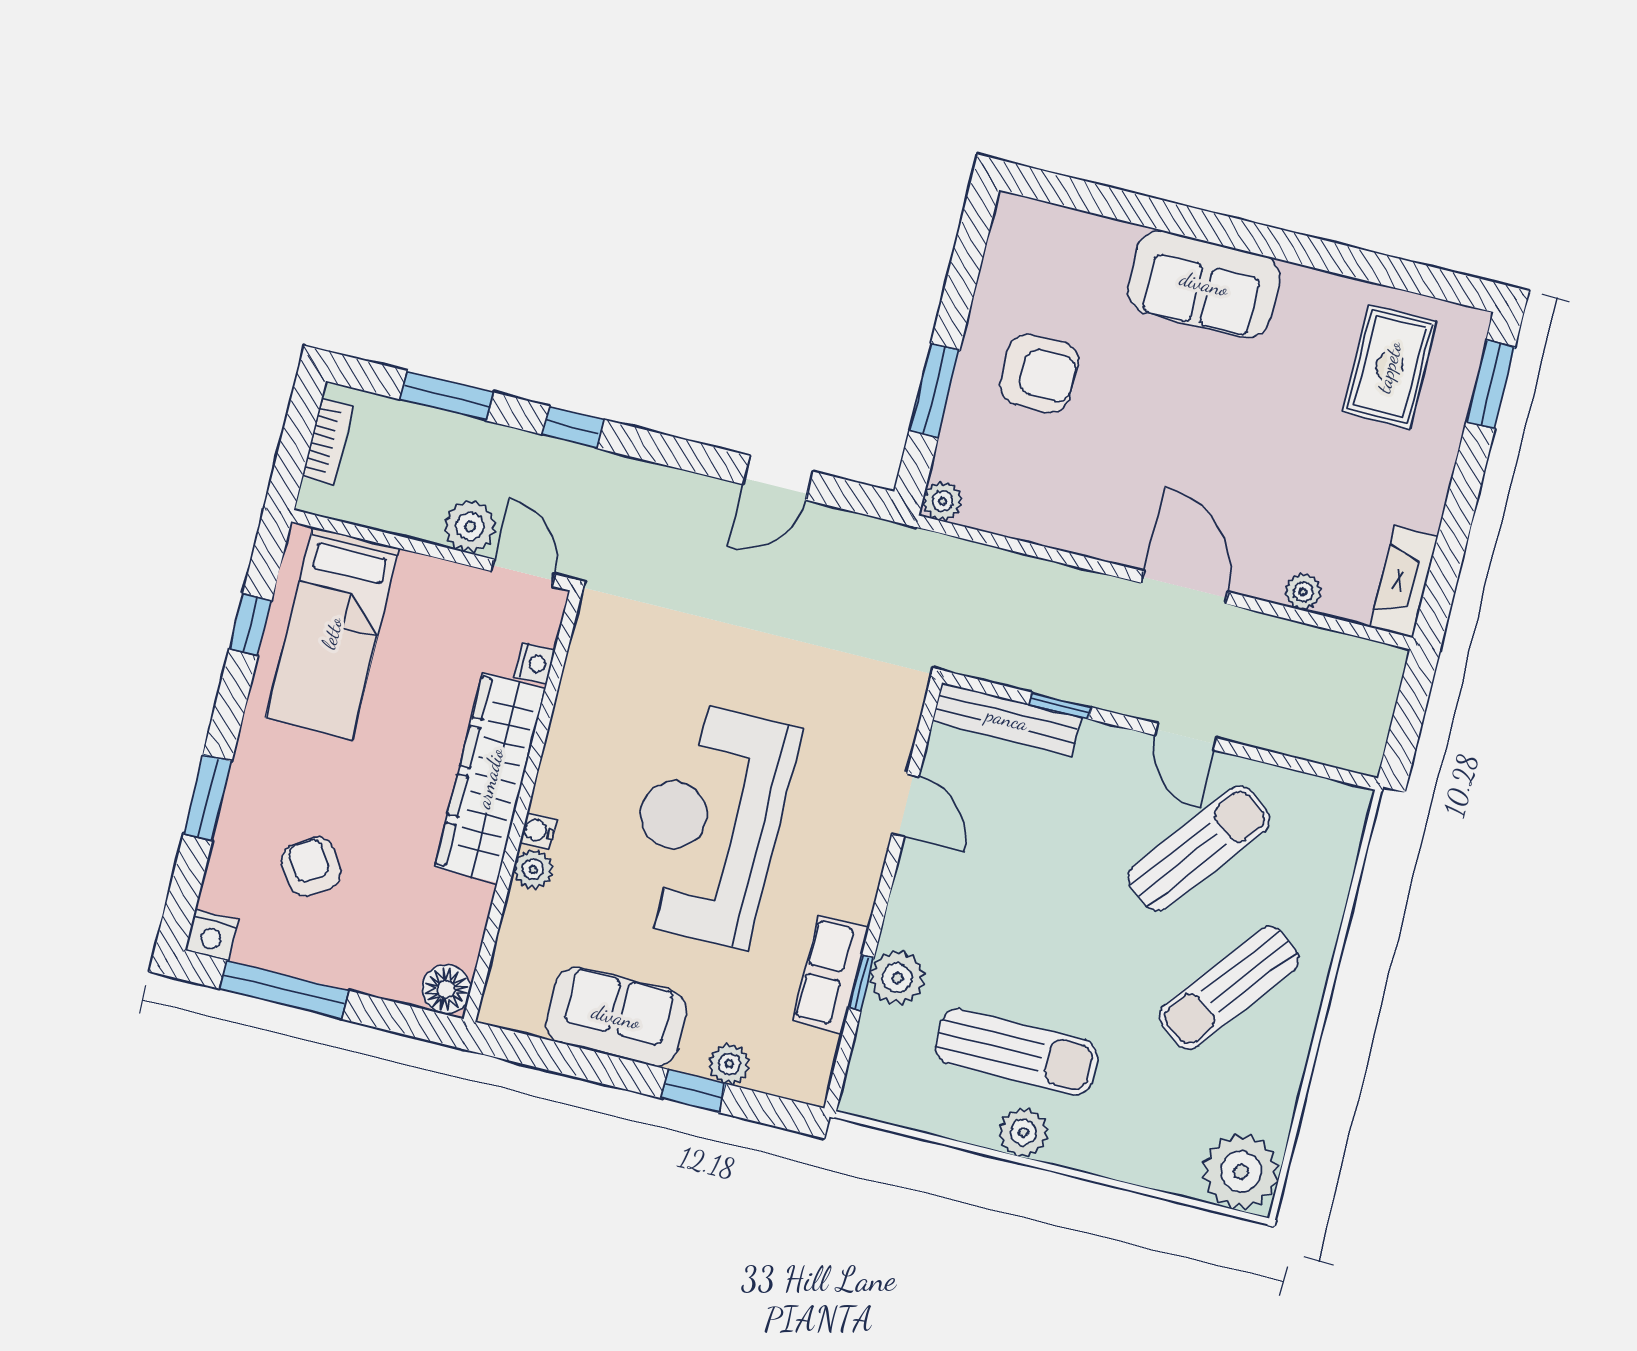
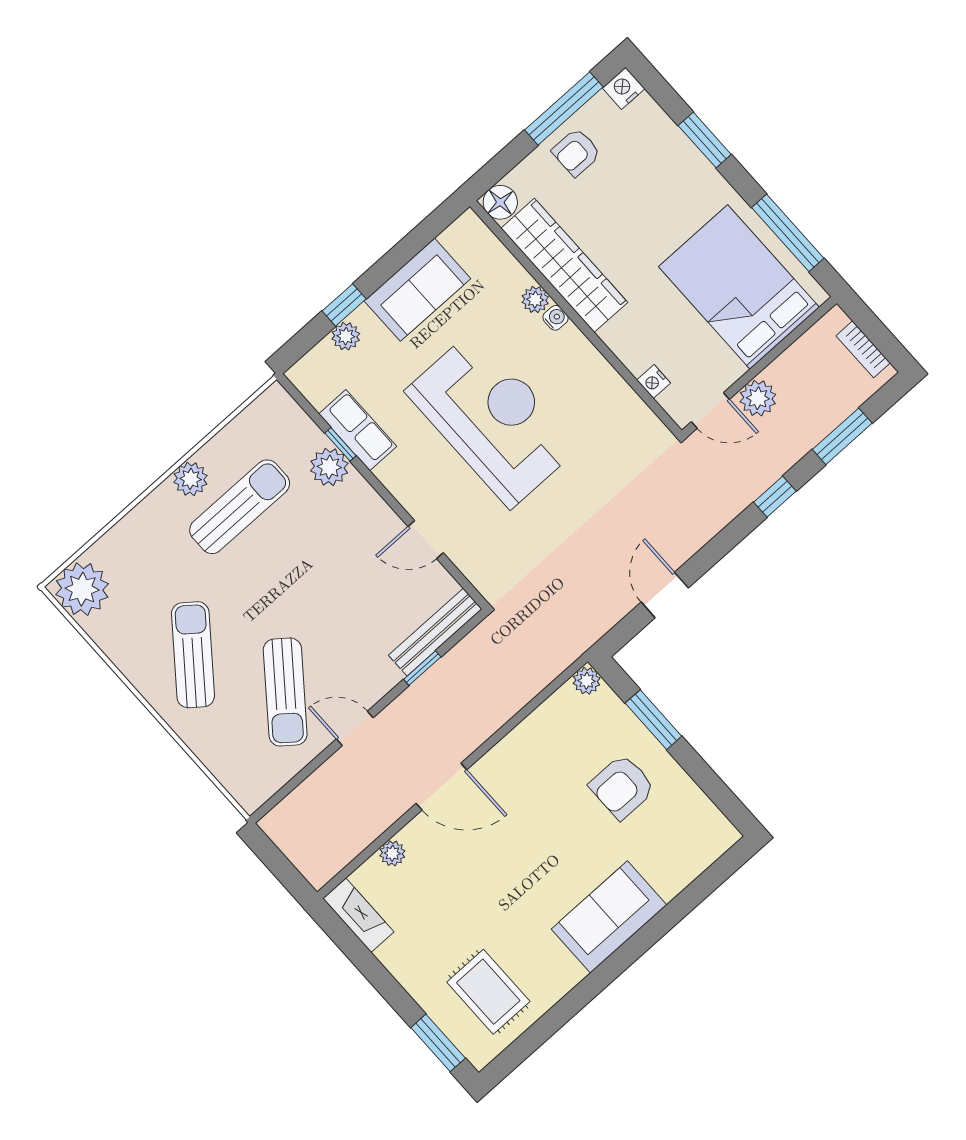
window: (250, 624) -> (788, 233), width x2.17
bed: (332, 633) -> (739, 287), width x1.50
wardrobe: (490, 778) -> (564, 265), moved
armchair: (311, 867) -> (576, 152), moved, turned 123
sun lounger: (1017, 1052) -> (240, 507), turned 180

